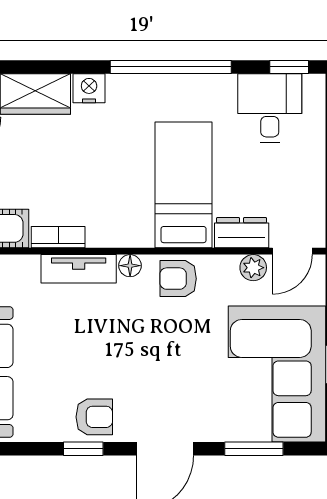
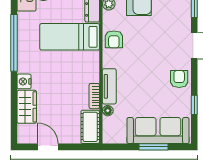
floor lamp: (130, 266) -> (108, 111), moved
window: (83, 449) -> (194, 105), moved

